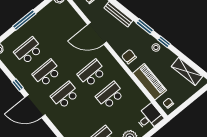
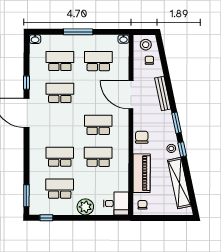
school desk: (55, 29) -> (98, 61), added
shelving: (187, 71) -> (179, 183), width x1.47
school desk: (65, 95) -> (60, 157), moved

